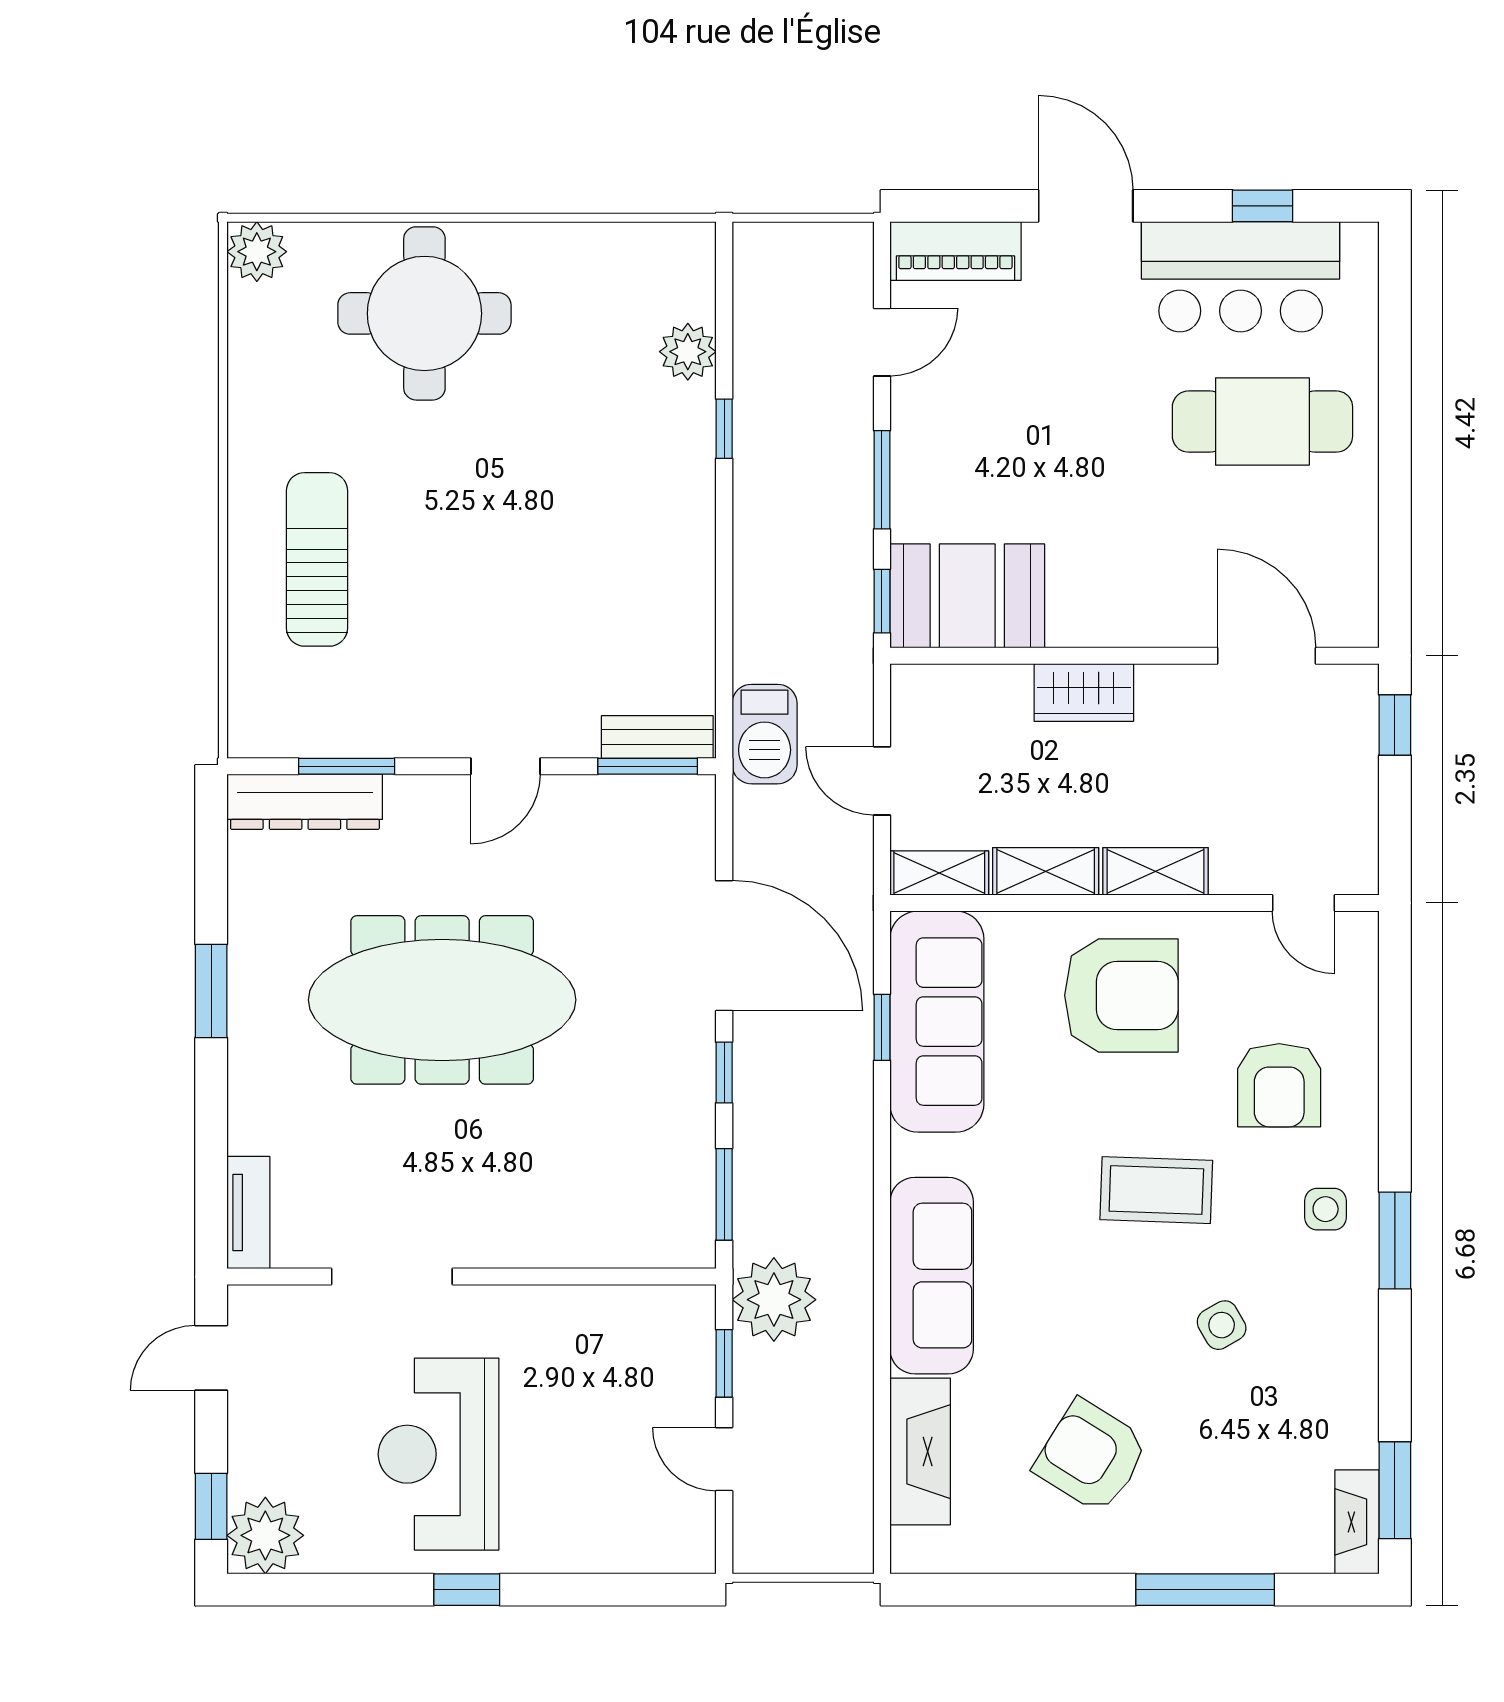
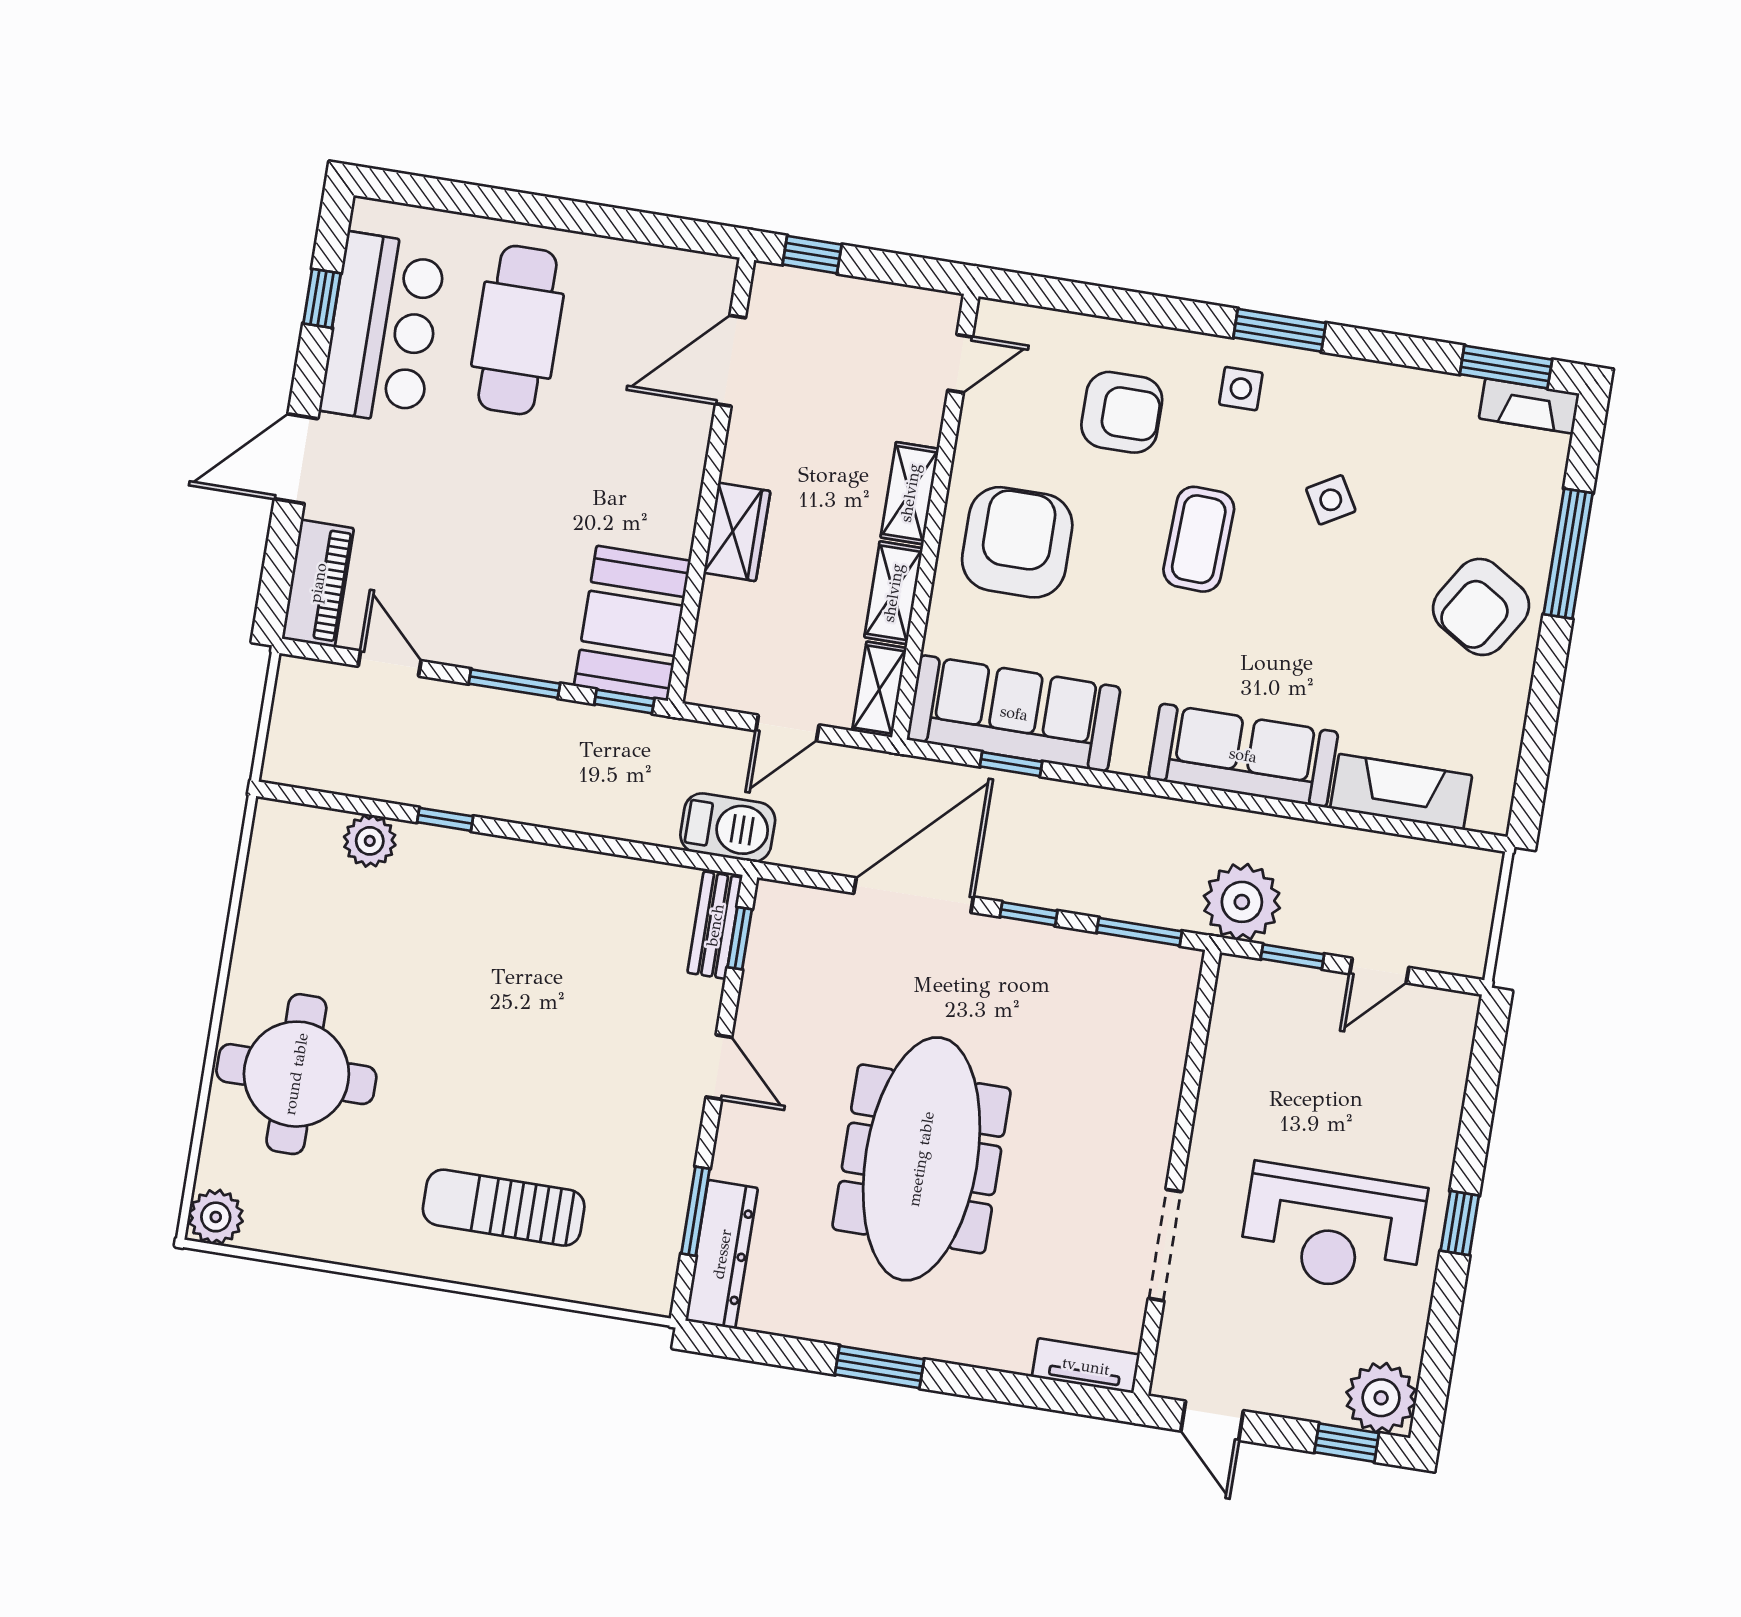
window: (648, 766) -> (740, 938), width x0.67
armchair: (1091, 1456) -> (1481, 607), moved

